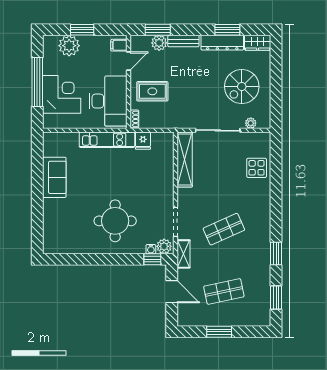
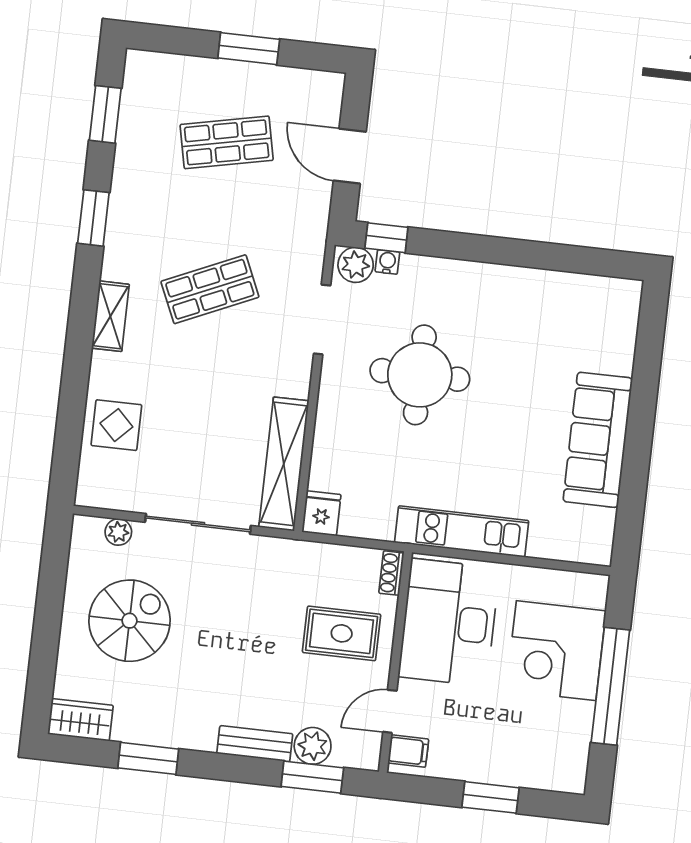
dresser: (222, 43) -> (164, 729), removed
plant: (69, 46) -> (526, 763), removed
fridge: (143, 141) -> (321, 513), moved
sofa: (54, 177) -> (598, 440), width x1.36
round table: (115, 221) -> (420, 375), moved
shelving: (184, 254) -> (110, 316), moved

